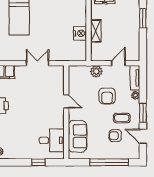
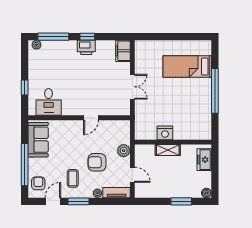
sofa: (77, 136) -> (38, 140), moved, turned -90
armchair: (115, 136) -> (38, 183), moved

